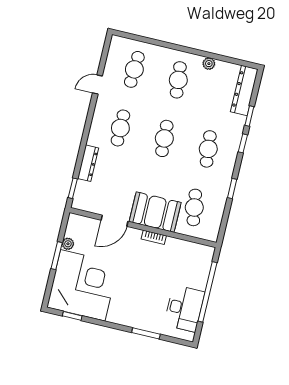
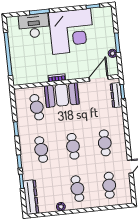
dresser: (88, 163) -> (116, 95), moved
door: (115, 221) -> (99, 78), moved
corner desk: (83, 285) -> (72, 31), moved, turned -90
desk: (184, 308) -> (34, 26), moved, turned 90

